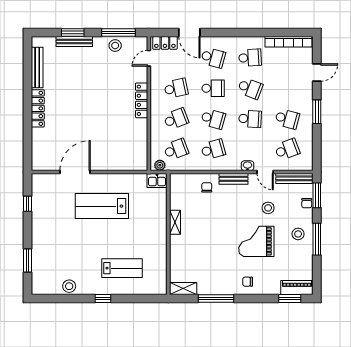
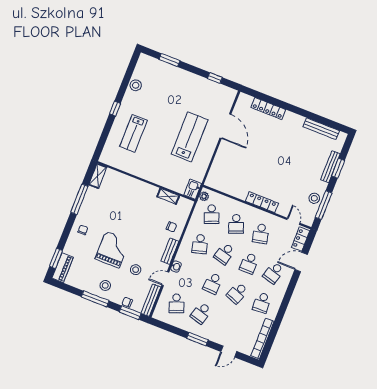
door: (317, 73) -> (229, 352), hinge flipped
locker: (38, 108) -> (268, 108), moved
shelving: (175, 222) -> (168, 196), moved

